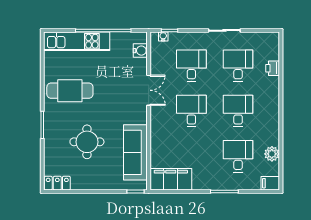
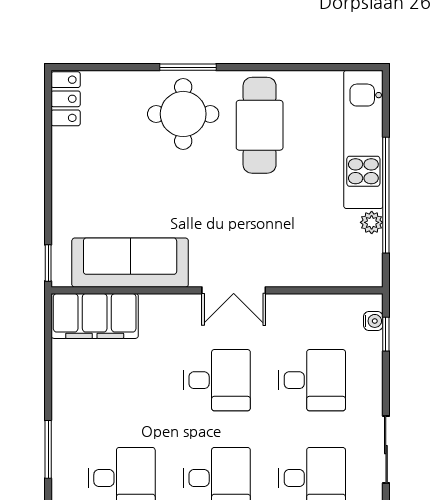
plant: (116, 37) -> (372, 222), added
water cooler: (140, 51) -> (344, 273), removed
double door: (149, 90) -> (234, 290), moved
round table: (87, 142) -> (183, 114), moved
filing cabinet: (171, 179) -> (95, 316), moved, turned 90

